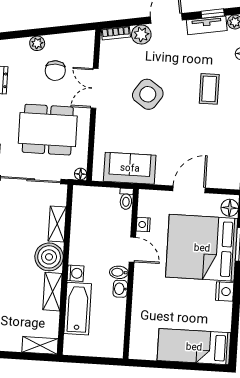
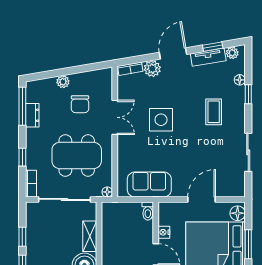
double door: (95, 88) -> (115, 117), swing flipped
side table: (148, 94) -> (161, 120), turned -34

